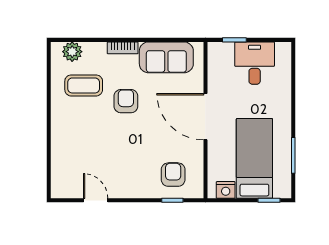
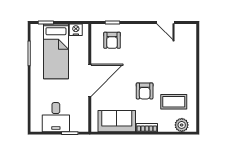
door: (205, 117) -> (90, 80), hinge flipped

